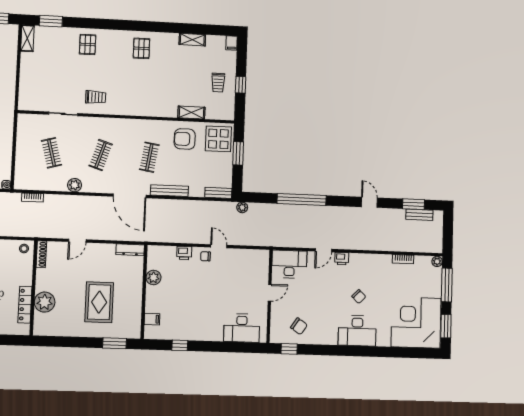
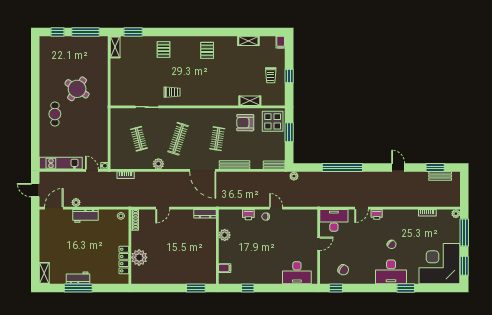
clothes rail: (101, 155) -> (178, 139), width x1.36
rug: (99, 302) -> (182, 256), removed
window: (375, 352) -> (406, 288), added

